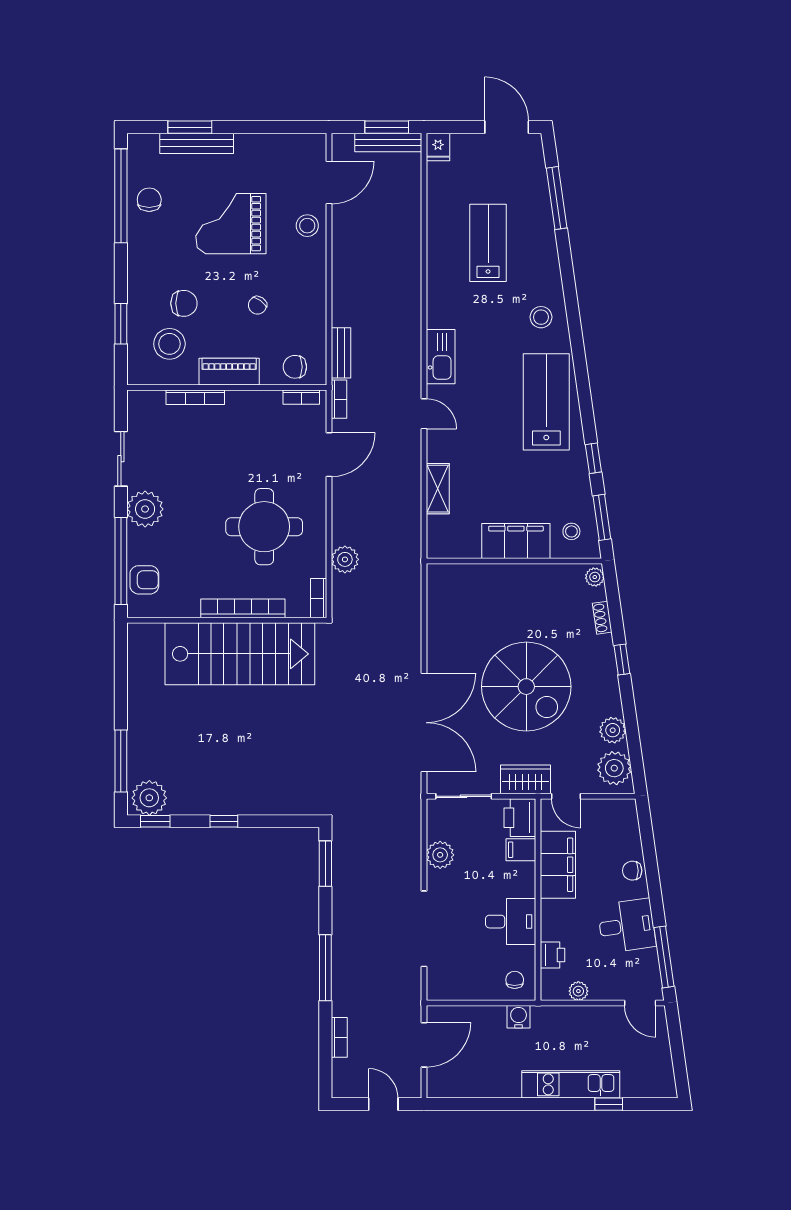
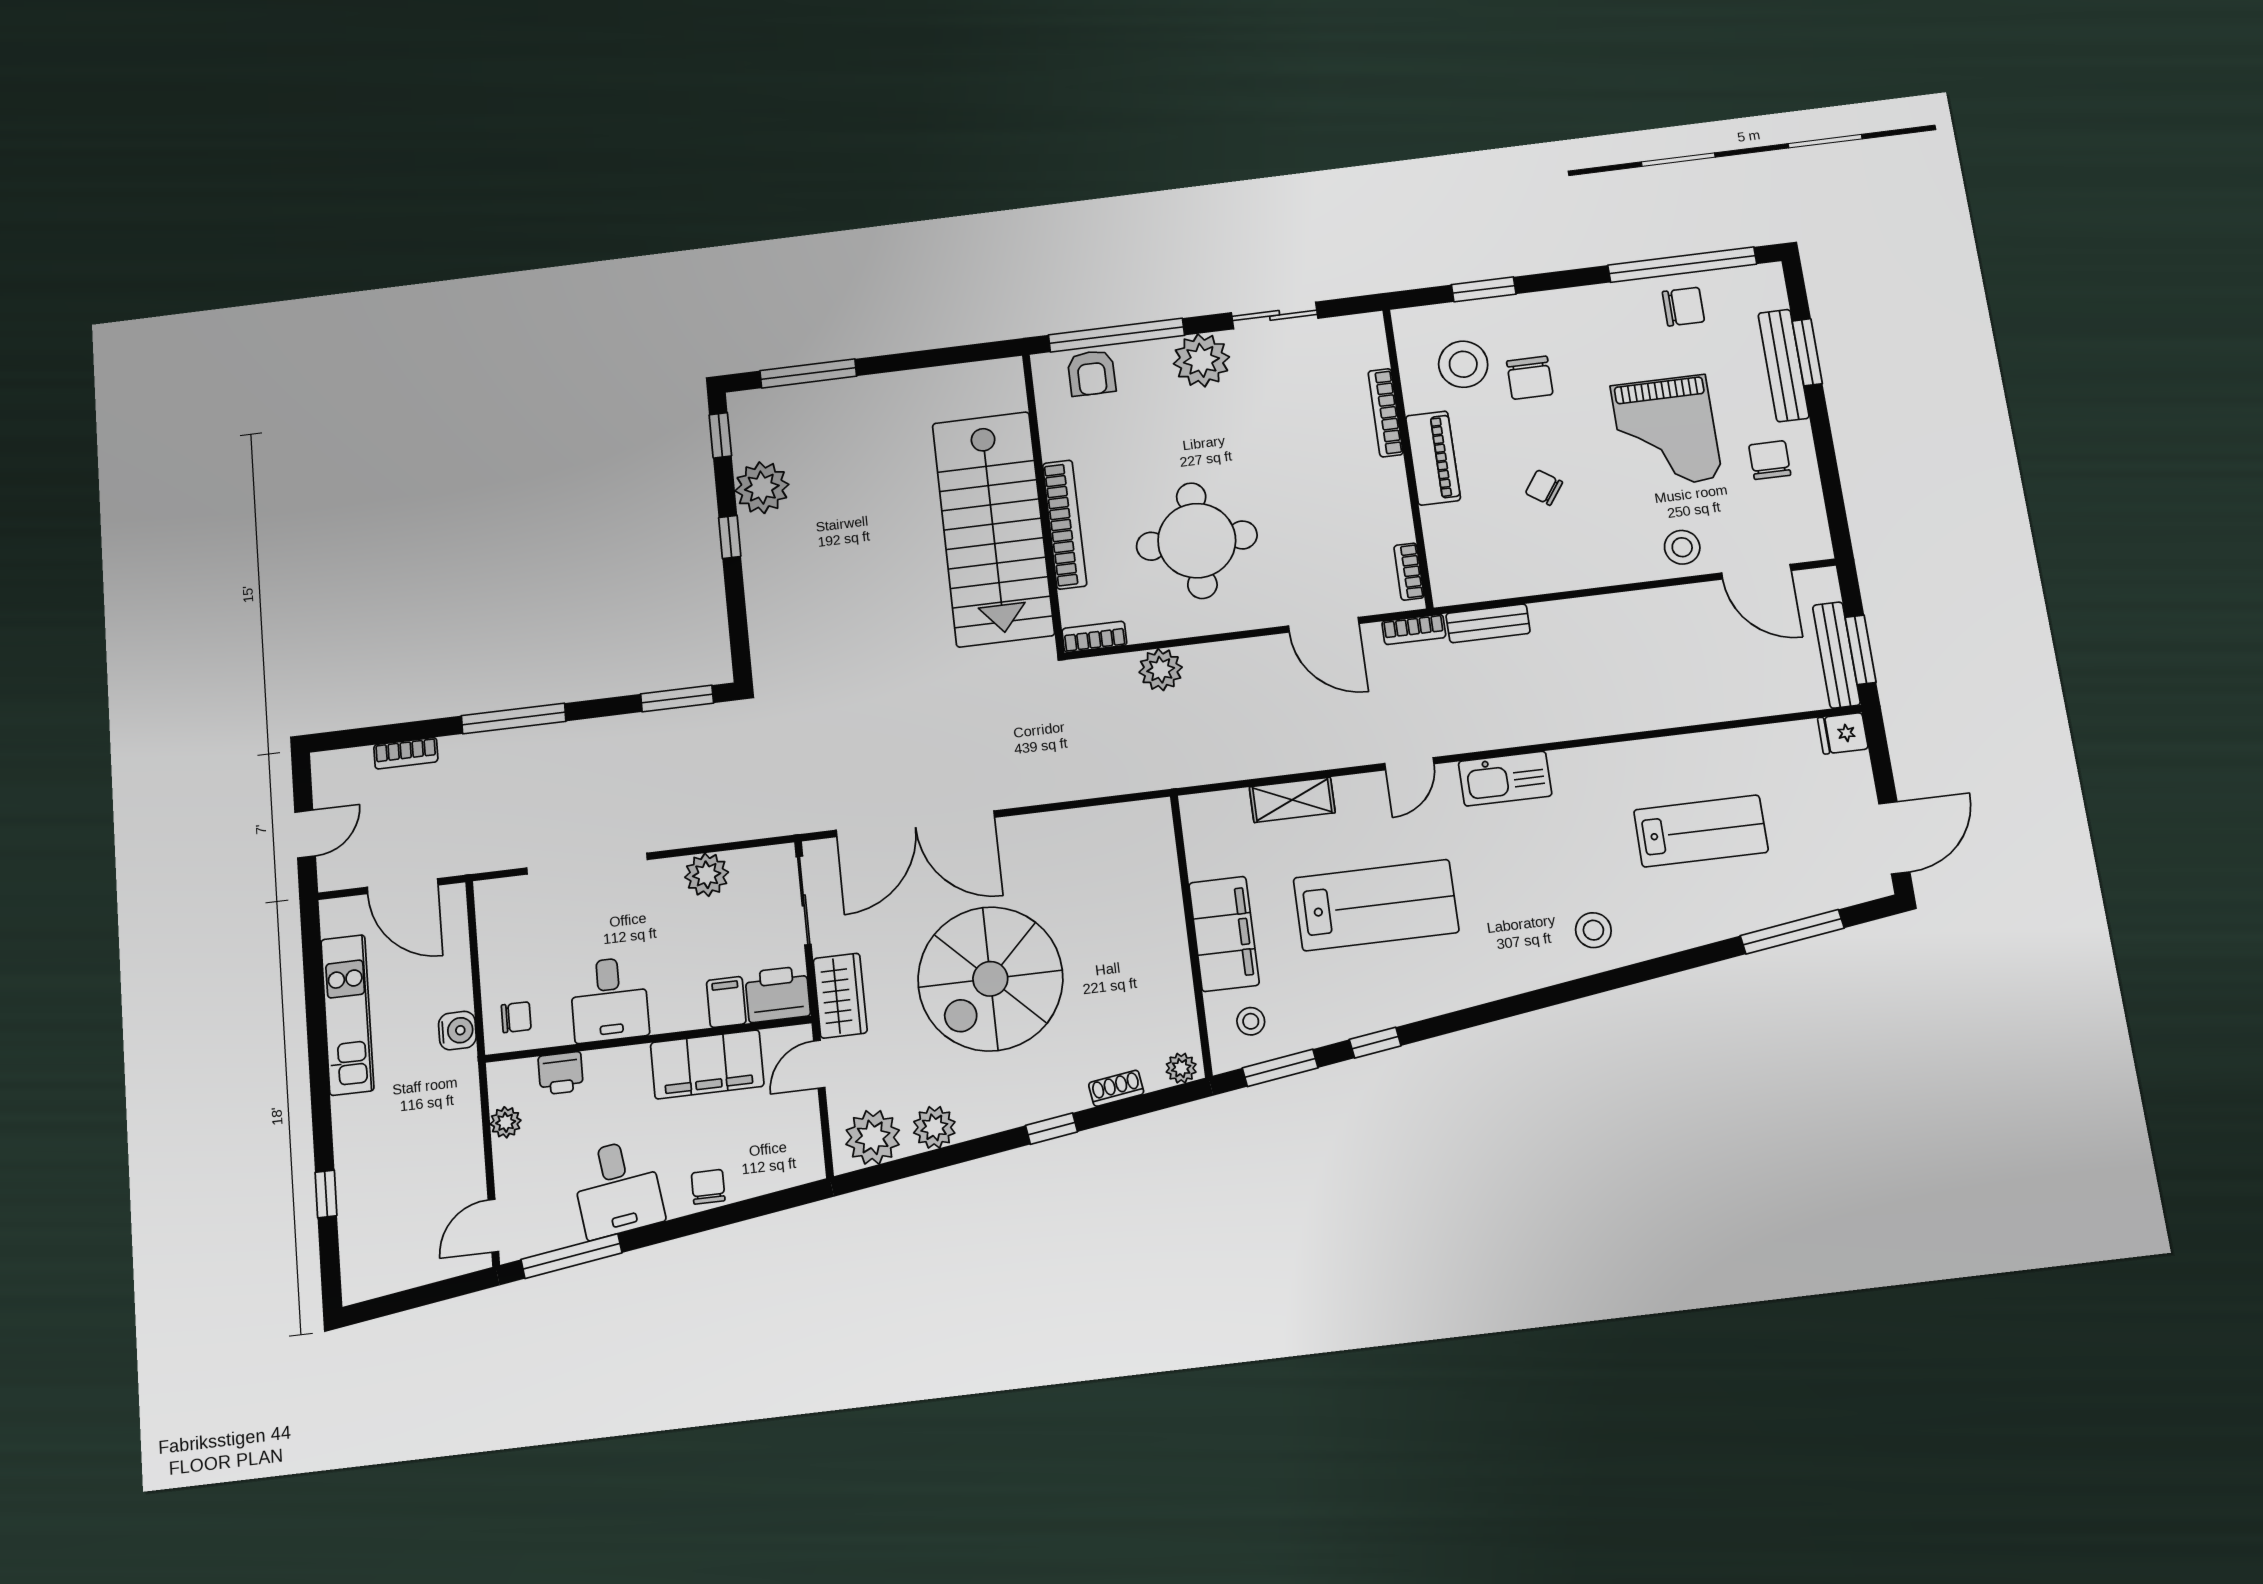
grand piano: (231, 224) -> (1666, 432), turned 180
chair: (295, 367) -> (1770, 460), moved
lab bench: (546, 402) -> (1376, 905), moved
plant: (149, 798) -> (762, 488), moved
kitchen unit: (571, 1084) -> (347, 1015), moved

